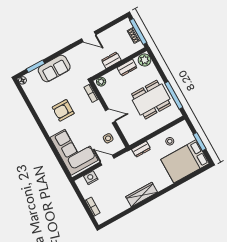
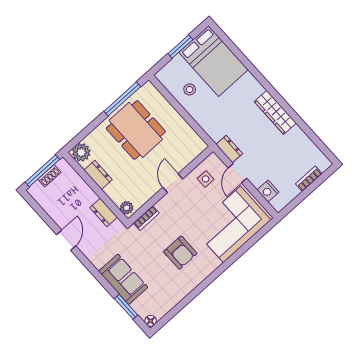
dresser: (111, 60) -> (104, 212), moved
dresser: (141, 149) -> (229, 149), moved

